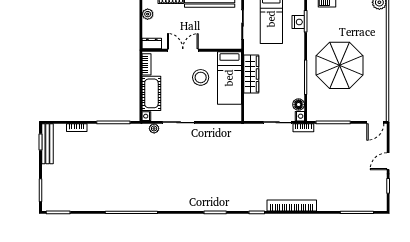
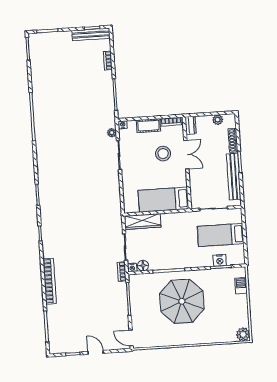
wardrobe: (251, 74) -> (143, 221), moved
stool: (201, 77) -> (163, 154), moved
cot: (151, 93) -> (148, 126), width x0.73, depth x0.75
bookcase: (292, 206) -> (50, 281), moved

